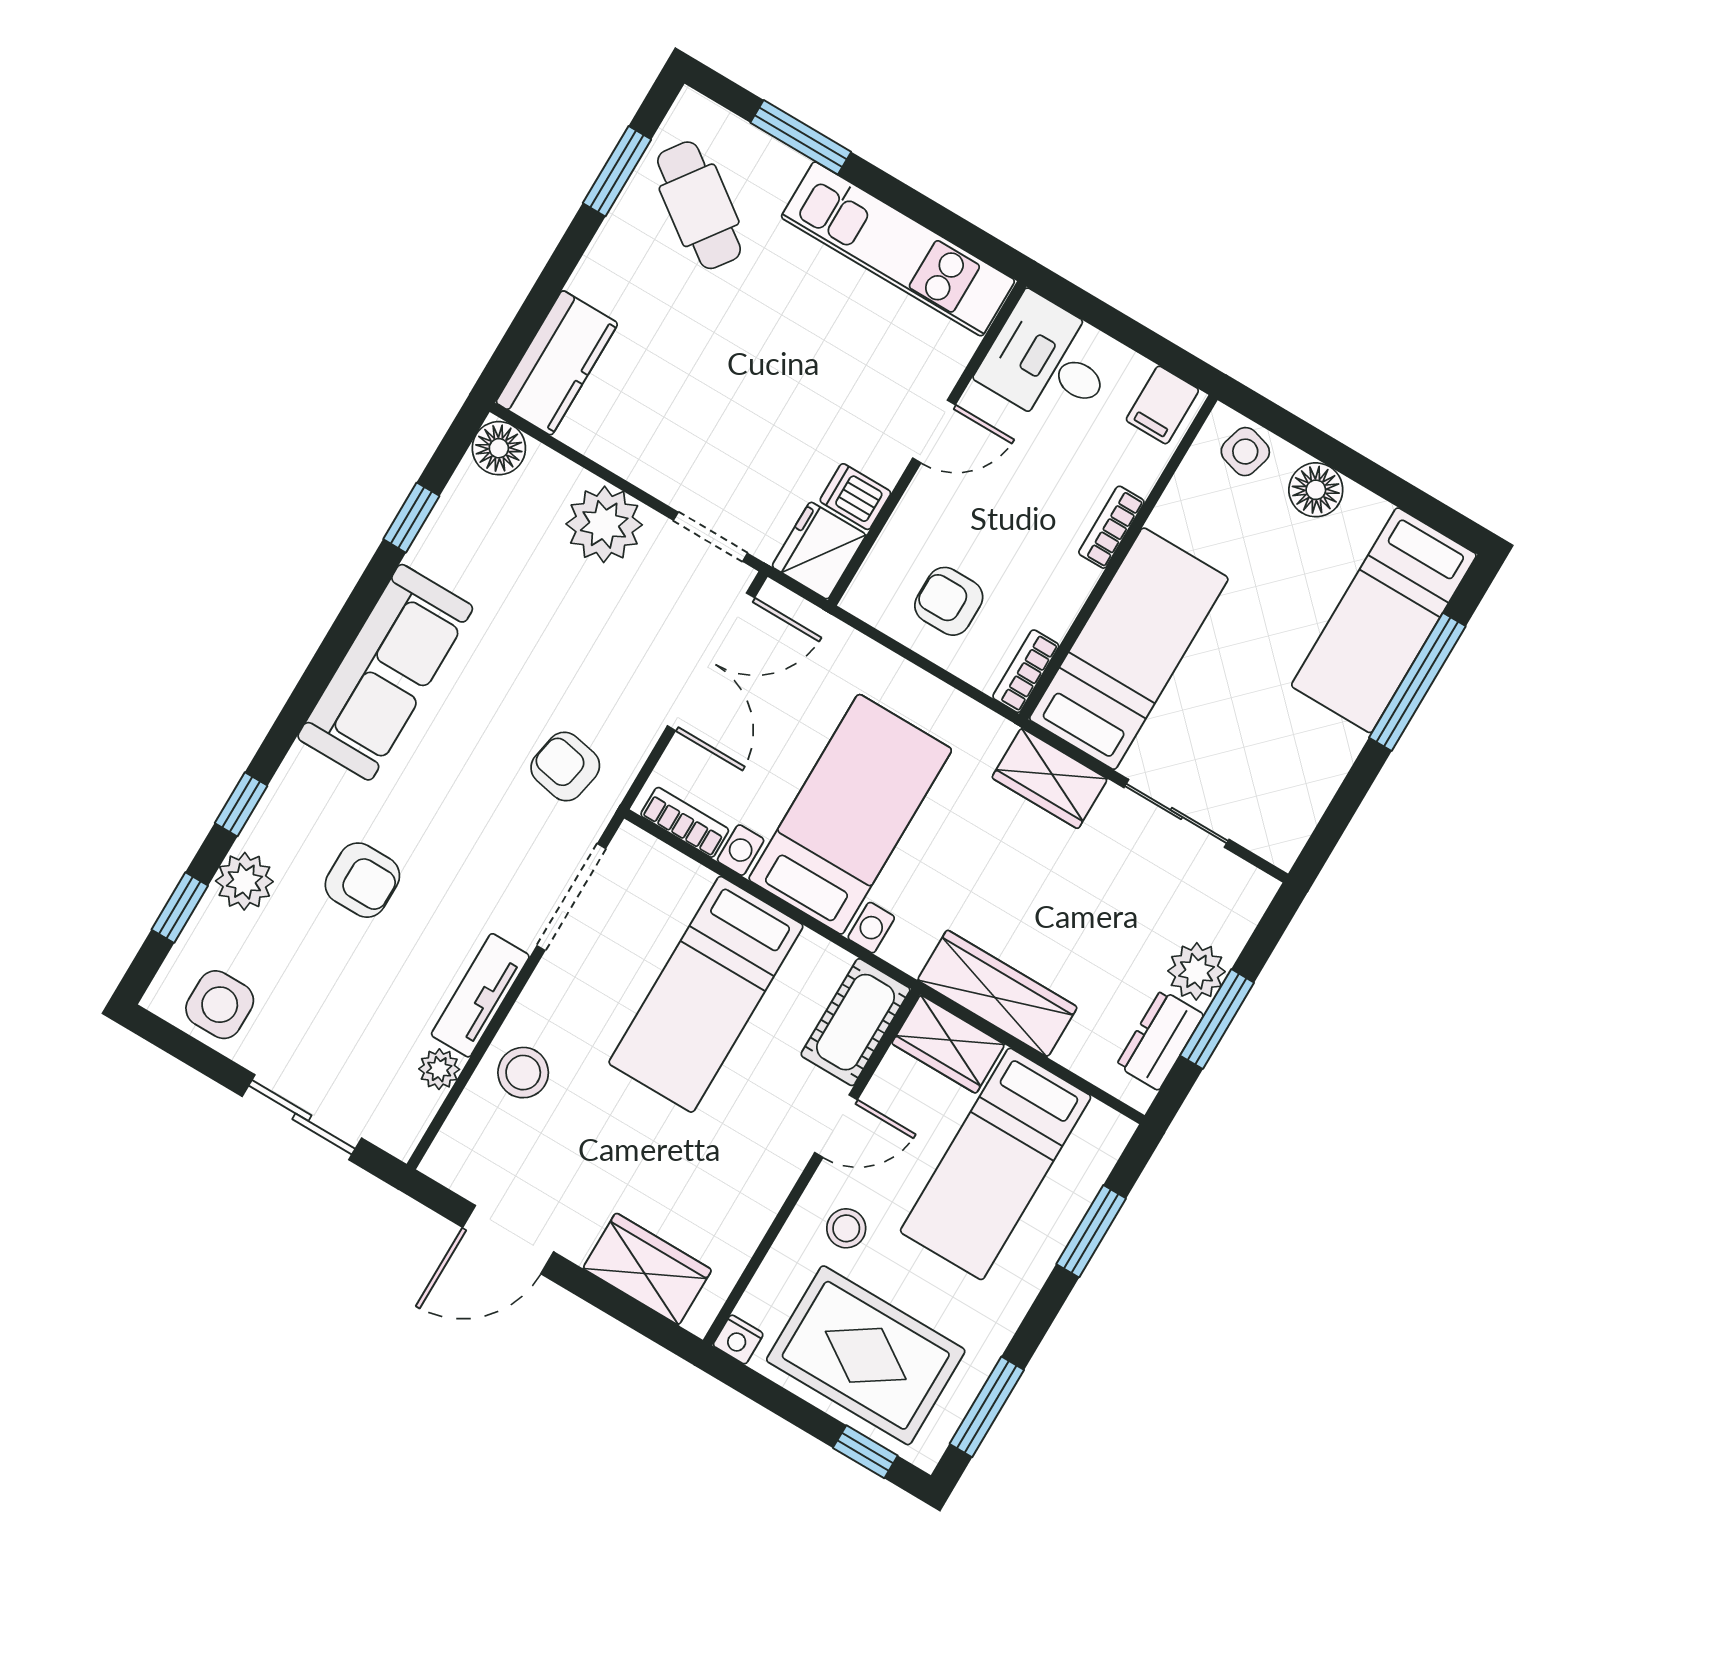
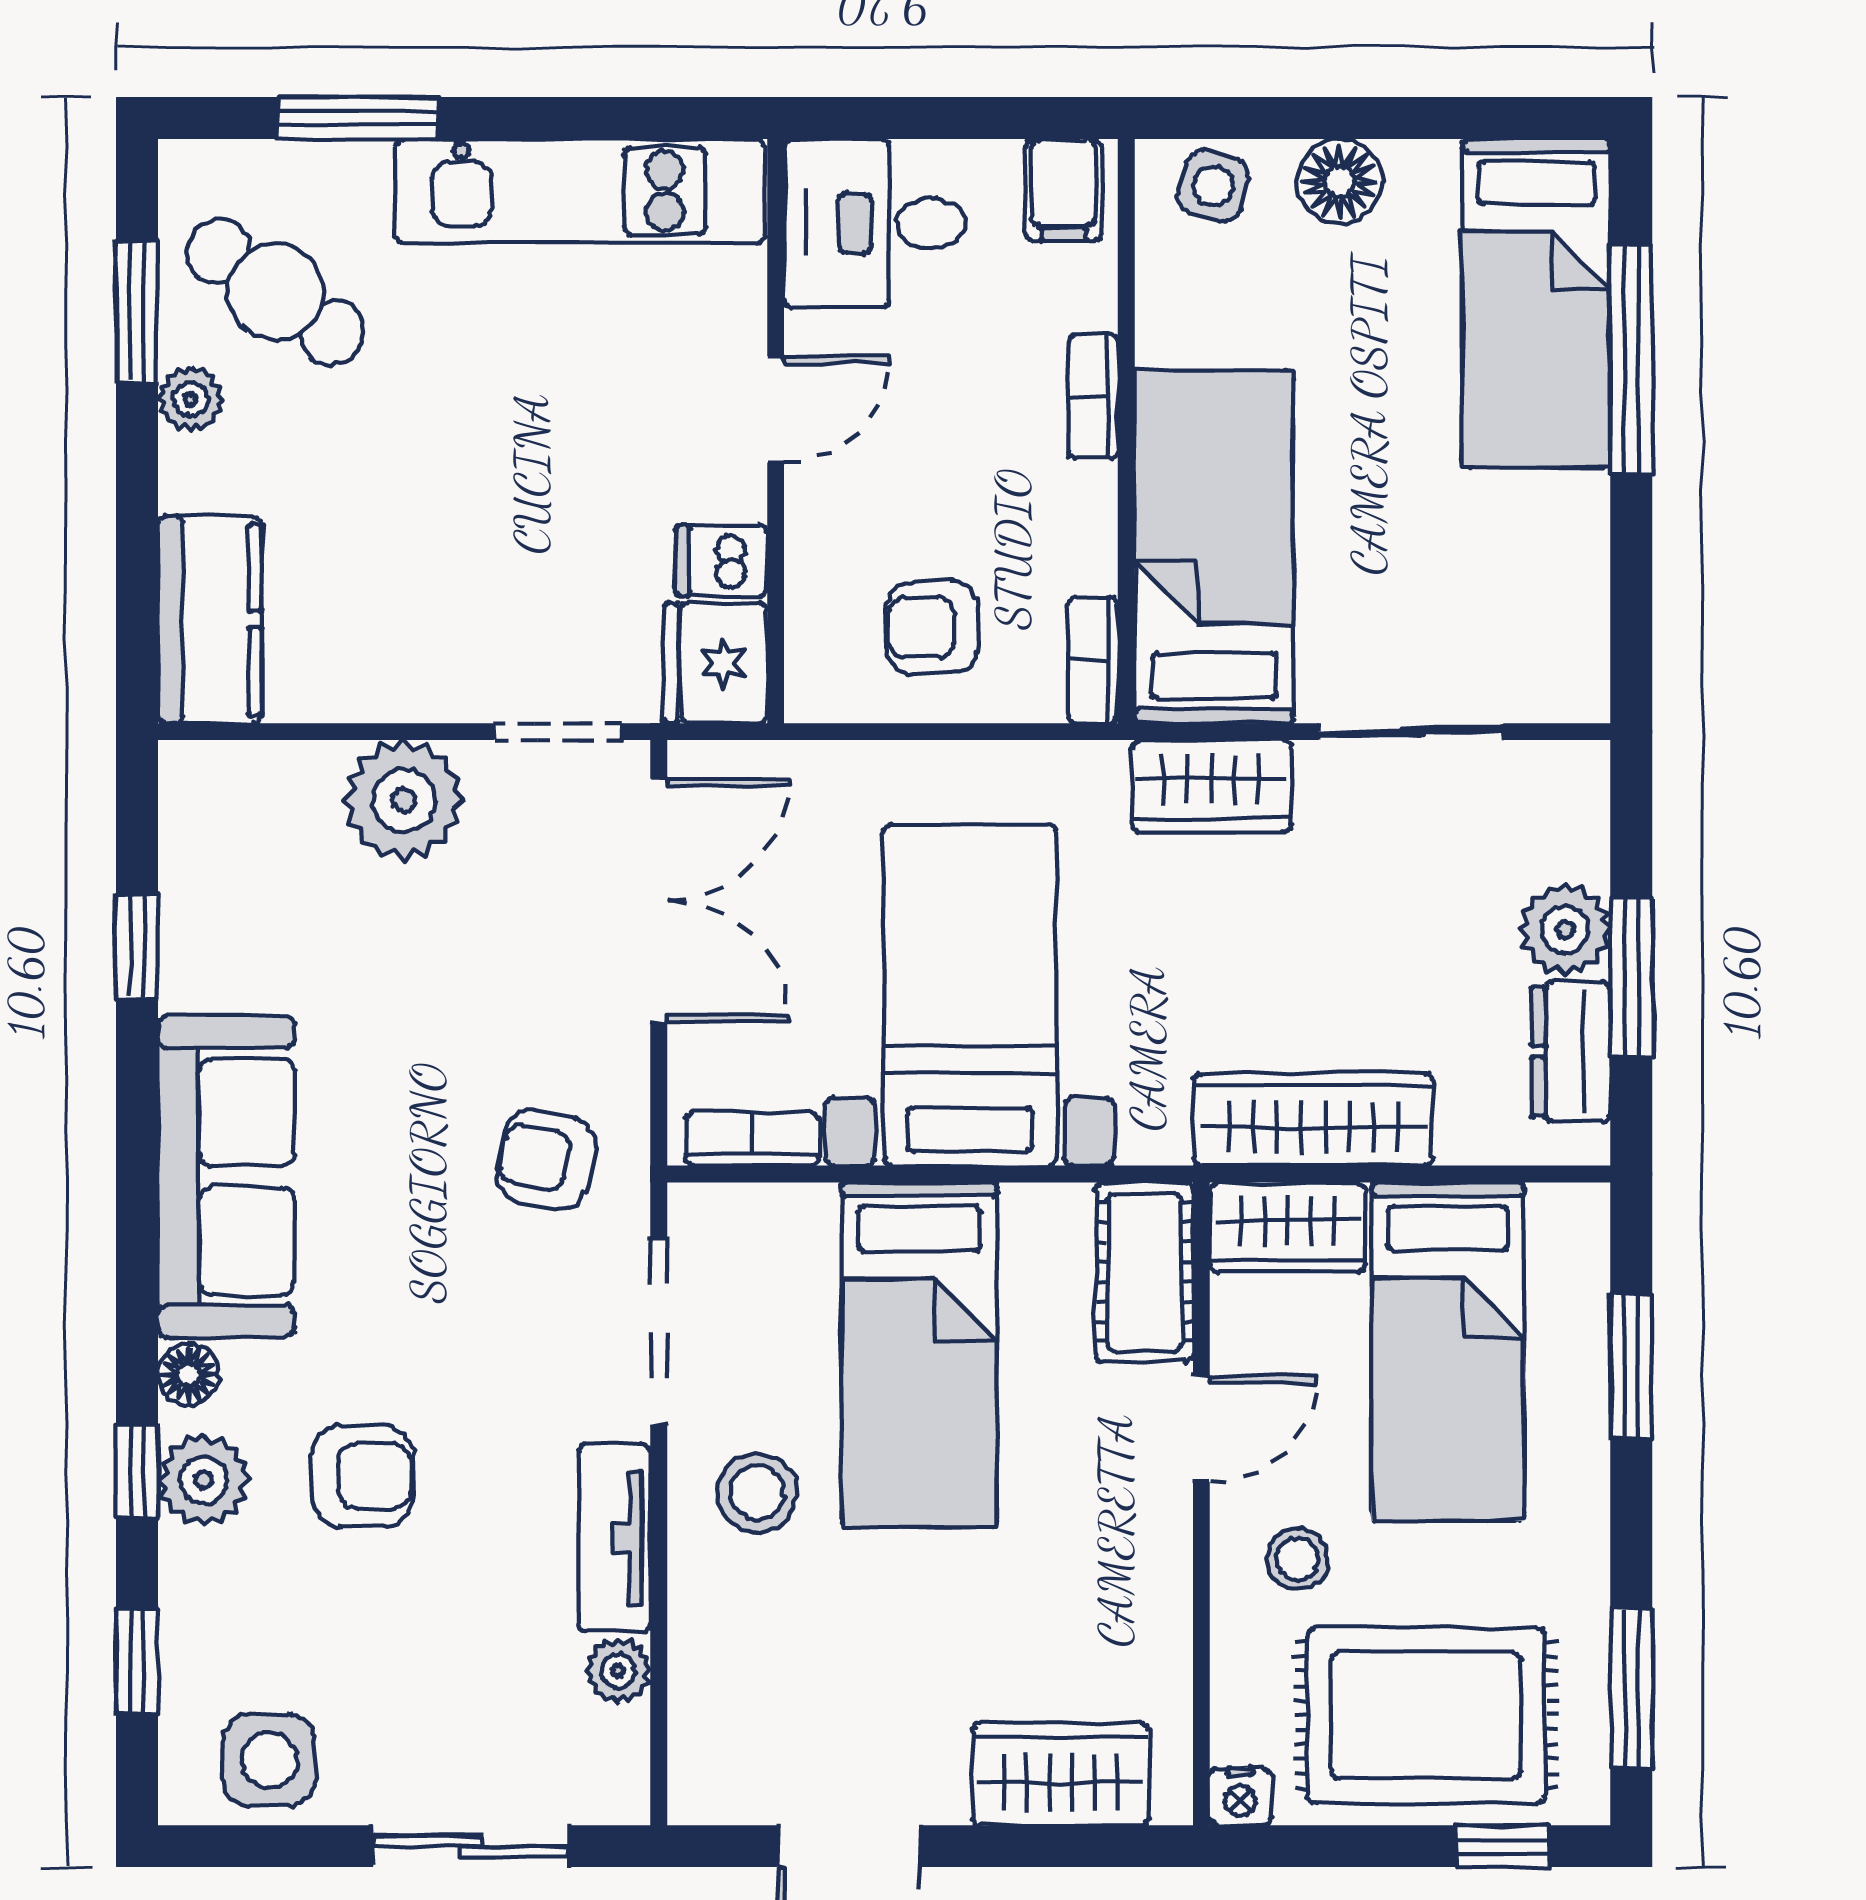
plant: (618, 236) -> (191, 399), added
floor lamp: (499, 448) -> (188, 1375), moved, width x0.73, depth x0.73
plant: (244, 881) -> (203, 1480), moved
stool: (523, 1073) -> (757, 1493), moved

